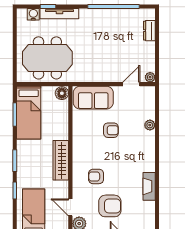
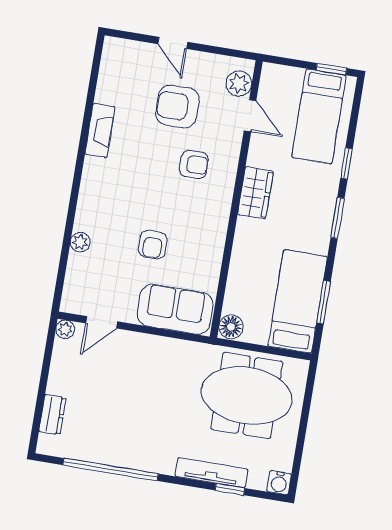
water cooler: (33, 14) -> (279, 483), moved
armchair: (111, 130) -> (153, 244), turned -90
wardrobe: (61, 160) -> (255, 193), width x0.67

